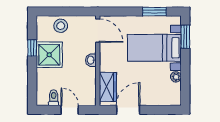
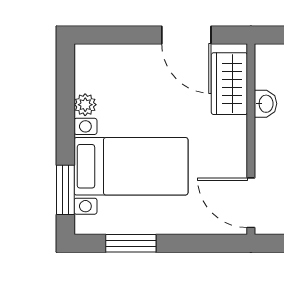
washbasin: (91, 60) -> (265, 104), moved
door: (128, 110) -> (186, 35), hinge flipped

